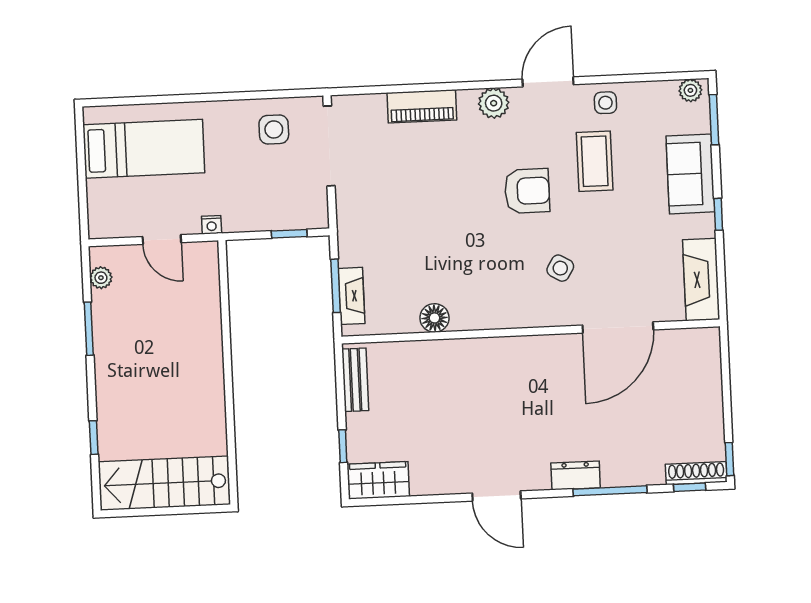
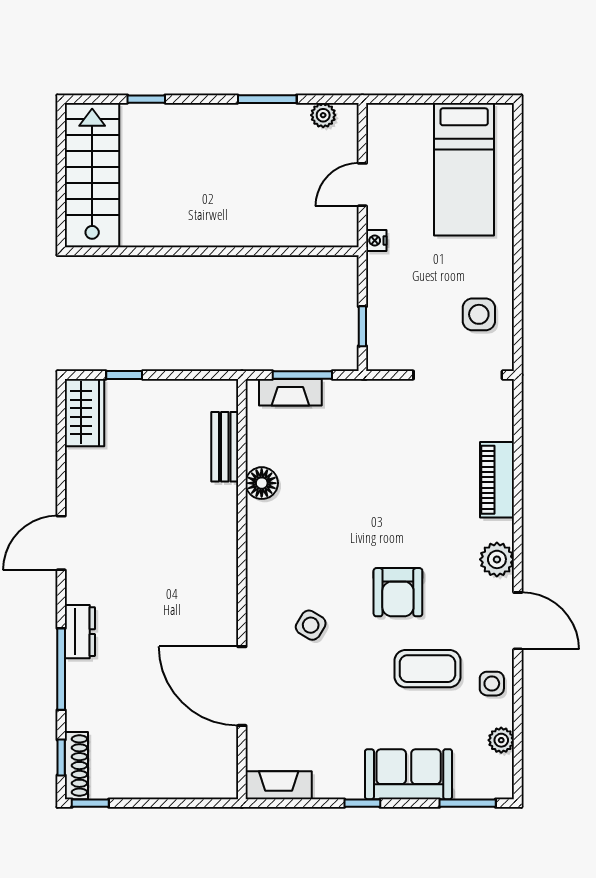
plant: (690, 90) -> (501, 740), moved
fireplace: (701, 280) -> (279, 785), width x0.73, depth x0.76
bench: (355, 380) -> (225, 447), moved, turned 90

